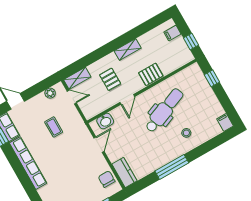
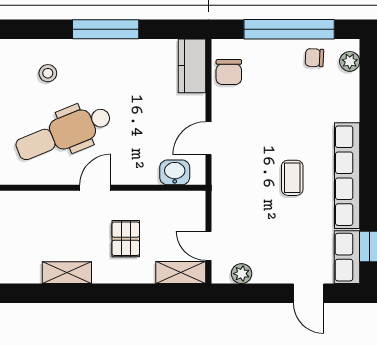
pallet: (151, 74) -> (52, 208), removed
door: (127, 99) -> (95, 188), moved
coffee table: (54, 127) -> (292, 178), moved

